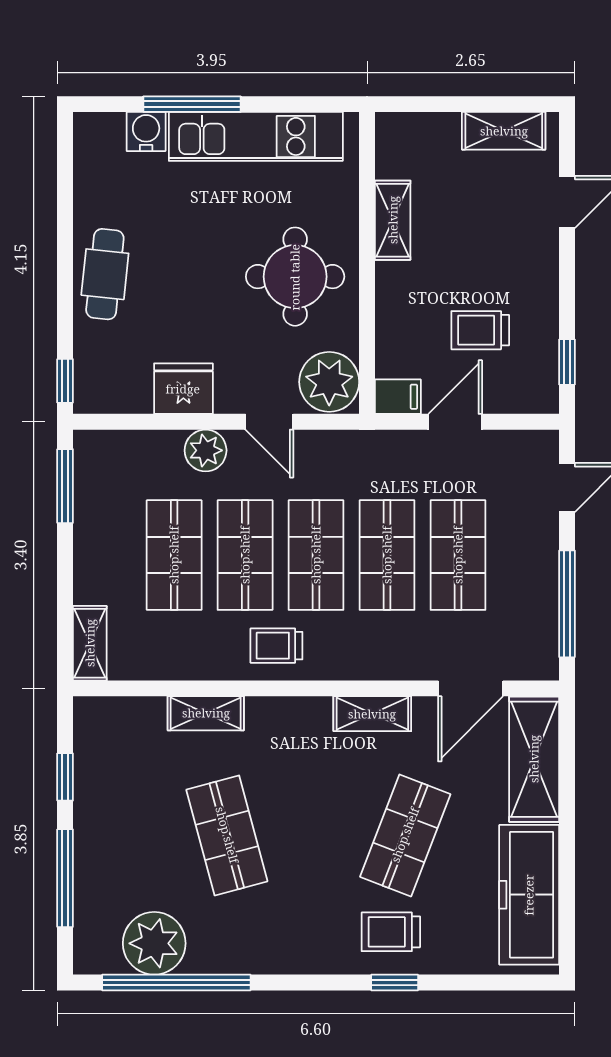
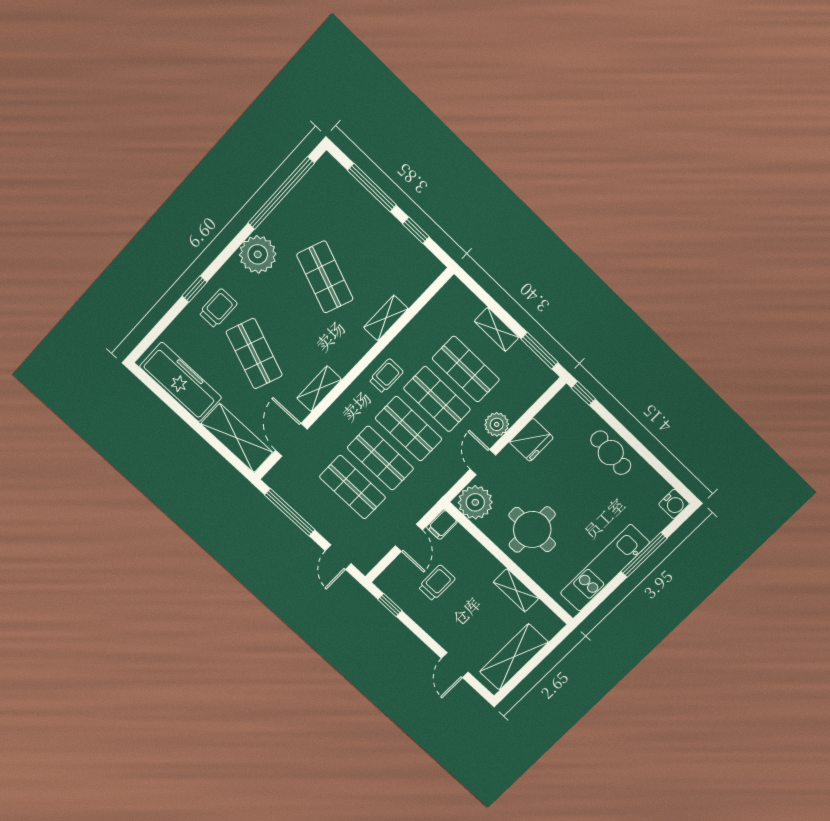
water cooler: (146, 131) -> (674, 504), moved
shelving: (504, 131) -> (514, 657), width x1.50, depth x1.33
door: (269, 422) -> (483, 462), hinge flipped
shelving: (90, 643) -> (497, 329), moved
shop shelf: (227, 835) -> (325, 277), turned 36
plant: (154, 943) -> (258, 254), moved

